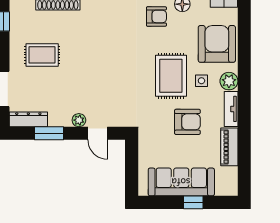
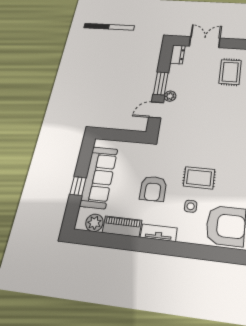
rug: (171, 76) -> (199, 178), width x0.73, depth x0.70
plant: (229, 81) -> (94, 223), moved
dresser: (28, 119) -> (177, 54), width x0.70
window: (49, 133) -> (161, 83), moved

